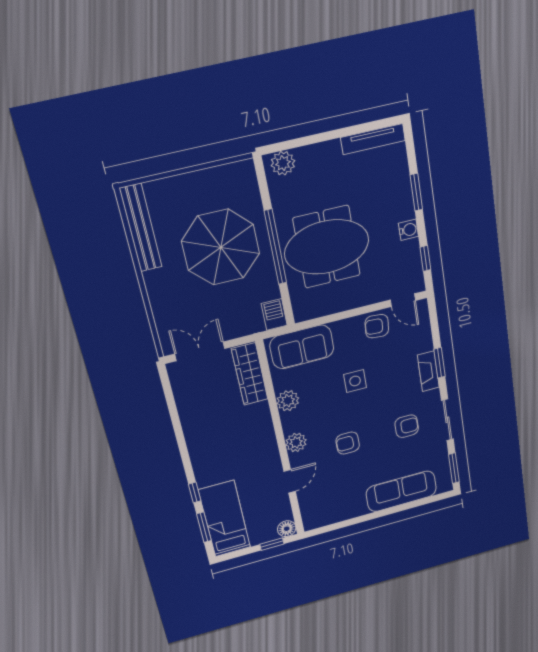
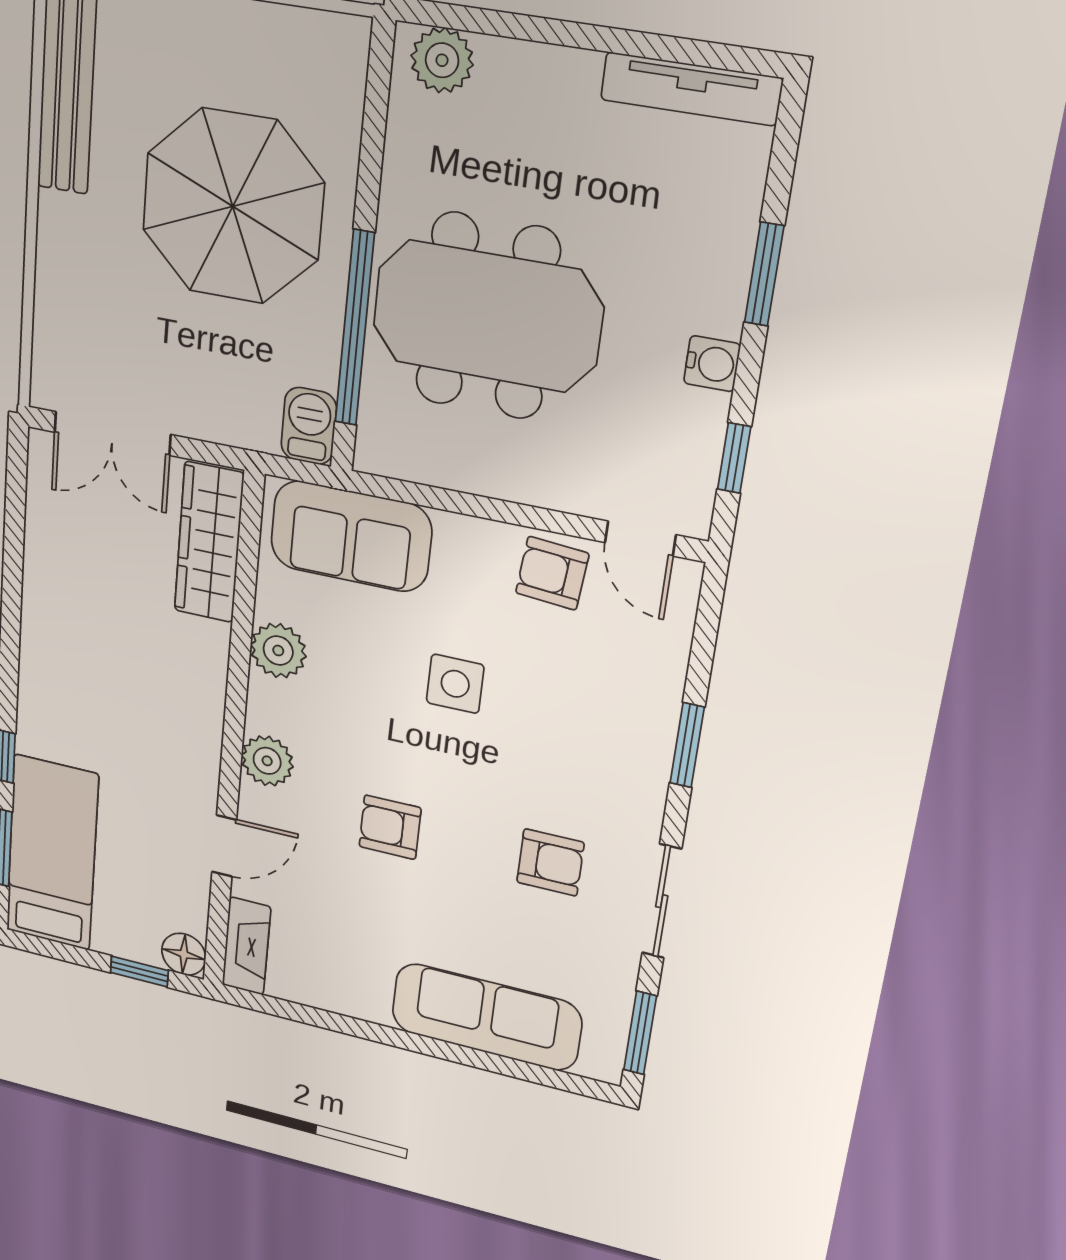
window: (275, 247) -> (355, 328), moved
double door: (200, 351) -> (112, 433), swing flipped
fireplace: (428, 371) -> (246, 946), moved, turned 180

